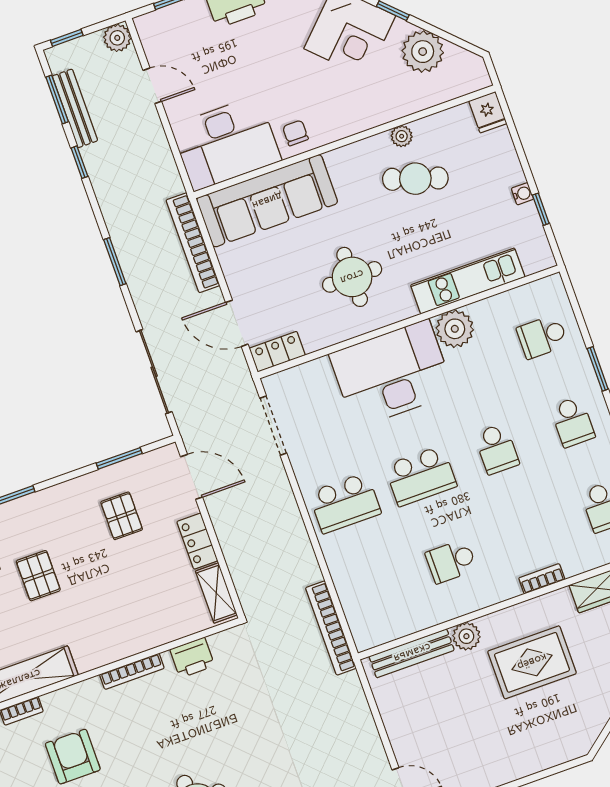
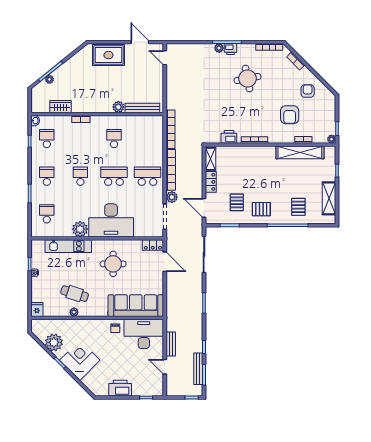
plant: (117, 38) -> (172, 197), moved
bench: (157, 142) -> (171, 344), added
bookcase: (193, 243) -> (171, 170), moved
school desk: (542, 337) -> (47, 214), turned -90
school desk: (451, 561) -> (114, 139), turned -90
pallet: (38, 576) -> (261, 209), moved, turned 90
rug: (532, 662) -> (108, 55), moved

